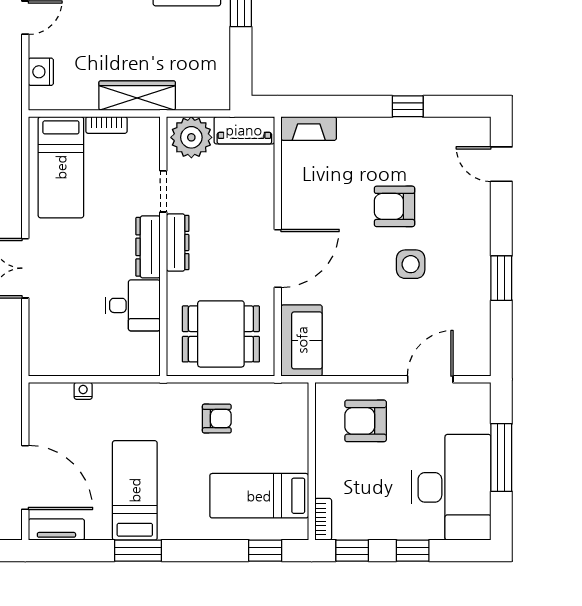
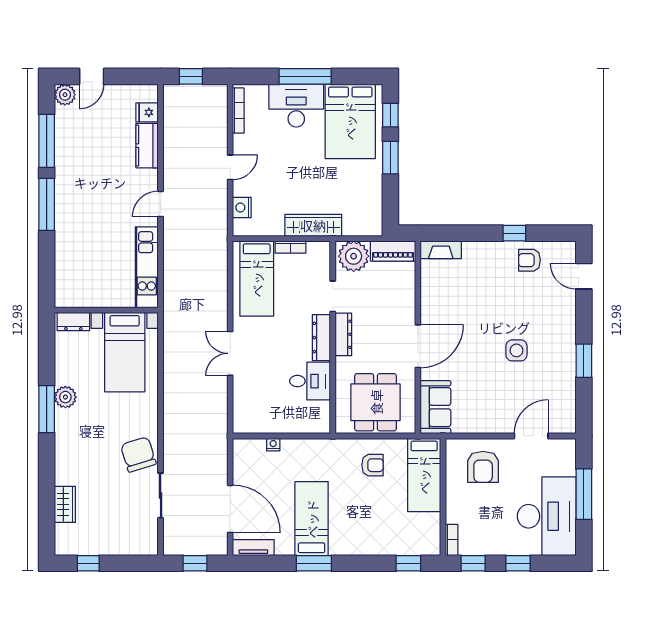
armchair: (395, 206) -> (529, 260), moved, width x0.72, depth x0.72
dining table: (221, 334) -> (376, 402), turned 90
armchair: (366, 421) -> (483, 467), turned -90
bed: (259, 496) -> (424, 475), moved, turned -90

